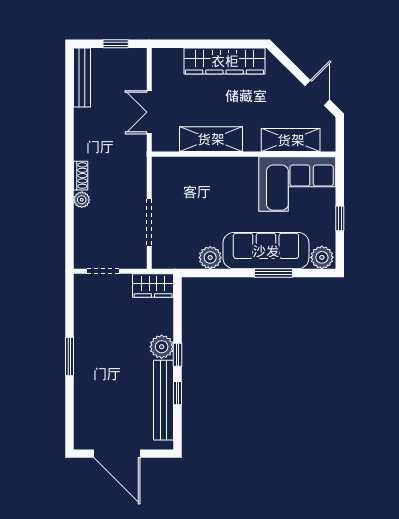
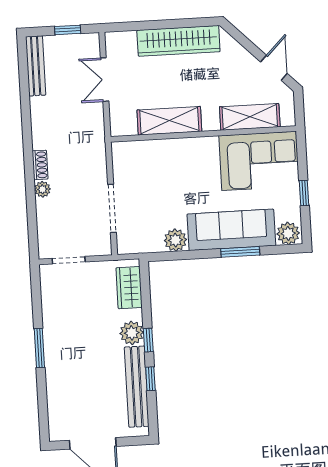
double door: (149, 112) -> (105, 80), moved
wardrobe: (153, 286) -> (129, 288), moved, turned 90

